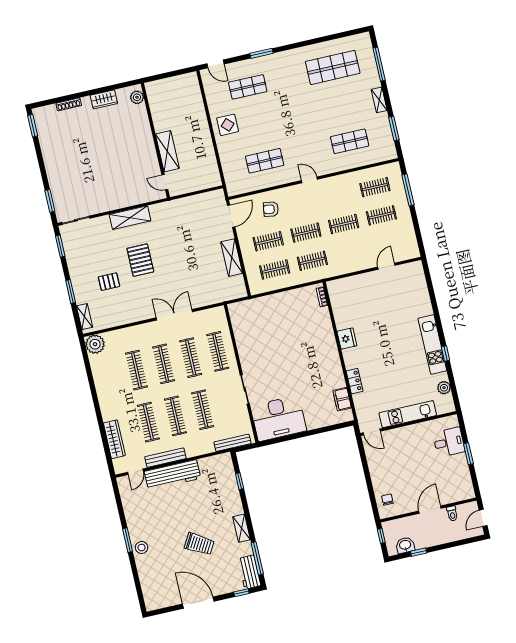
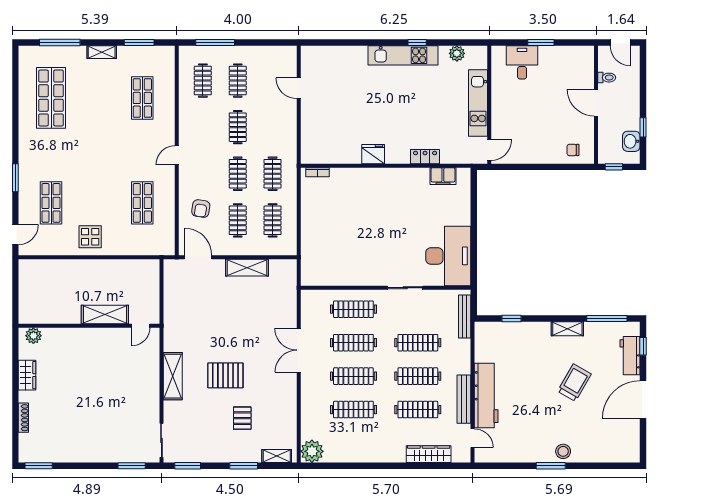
workbench: (249, 572) -> (630, 356), moved, turned 90

